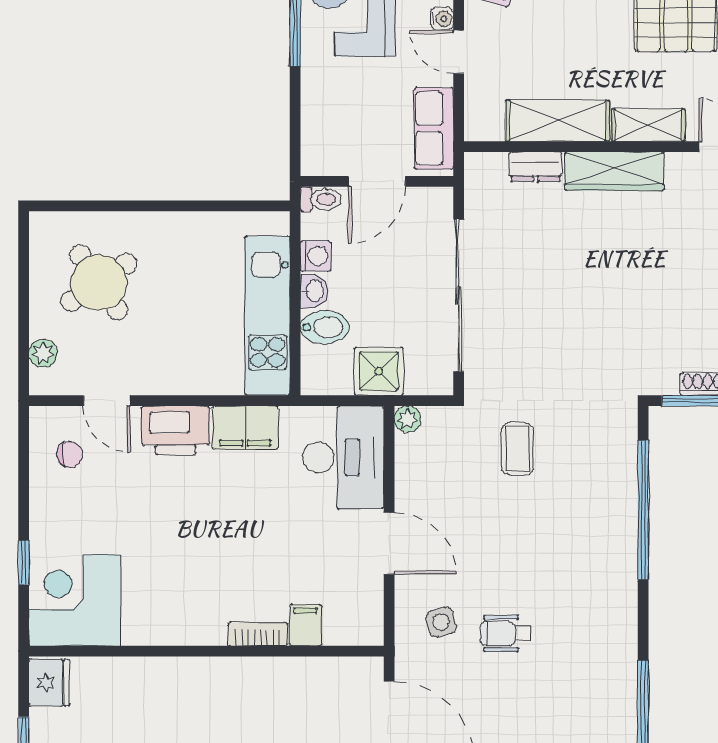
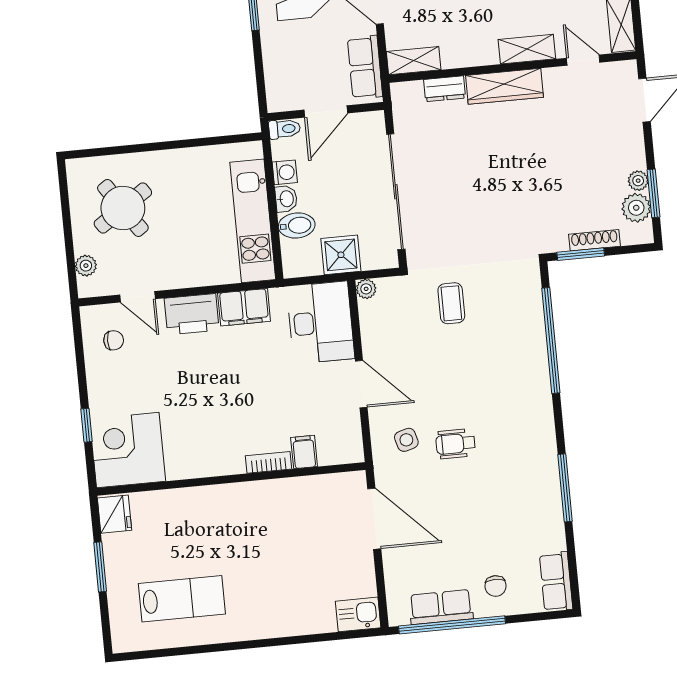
shelving: (557, 121) -> (414, 61), moved, width x0.67, depth x0.75

